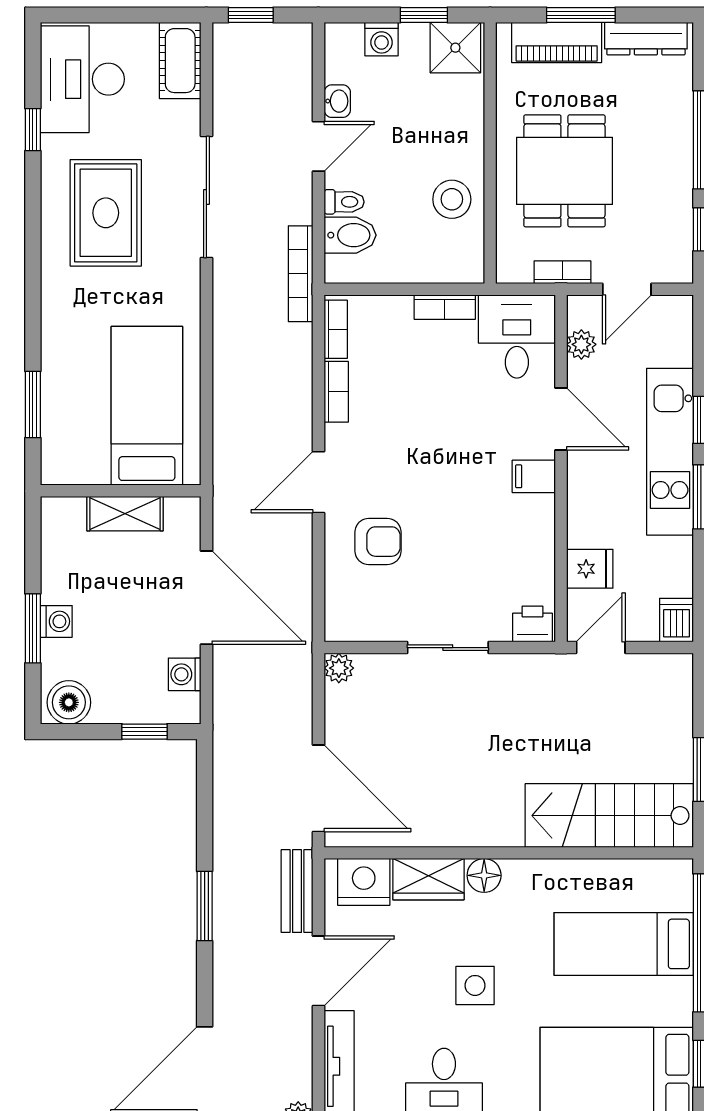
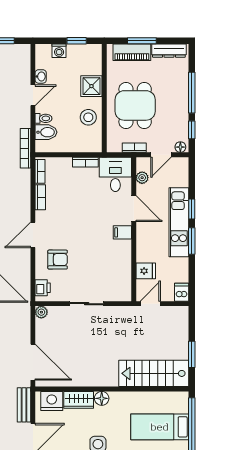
shower: (455, 48) -> (91, 86), moved
floor lamp: (673, 271) -> (180, 147), added
printer: (532, 624) -> (43, 288), moved, turned 90

